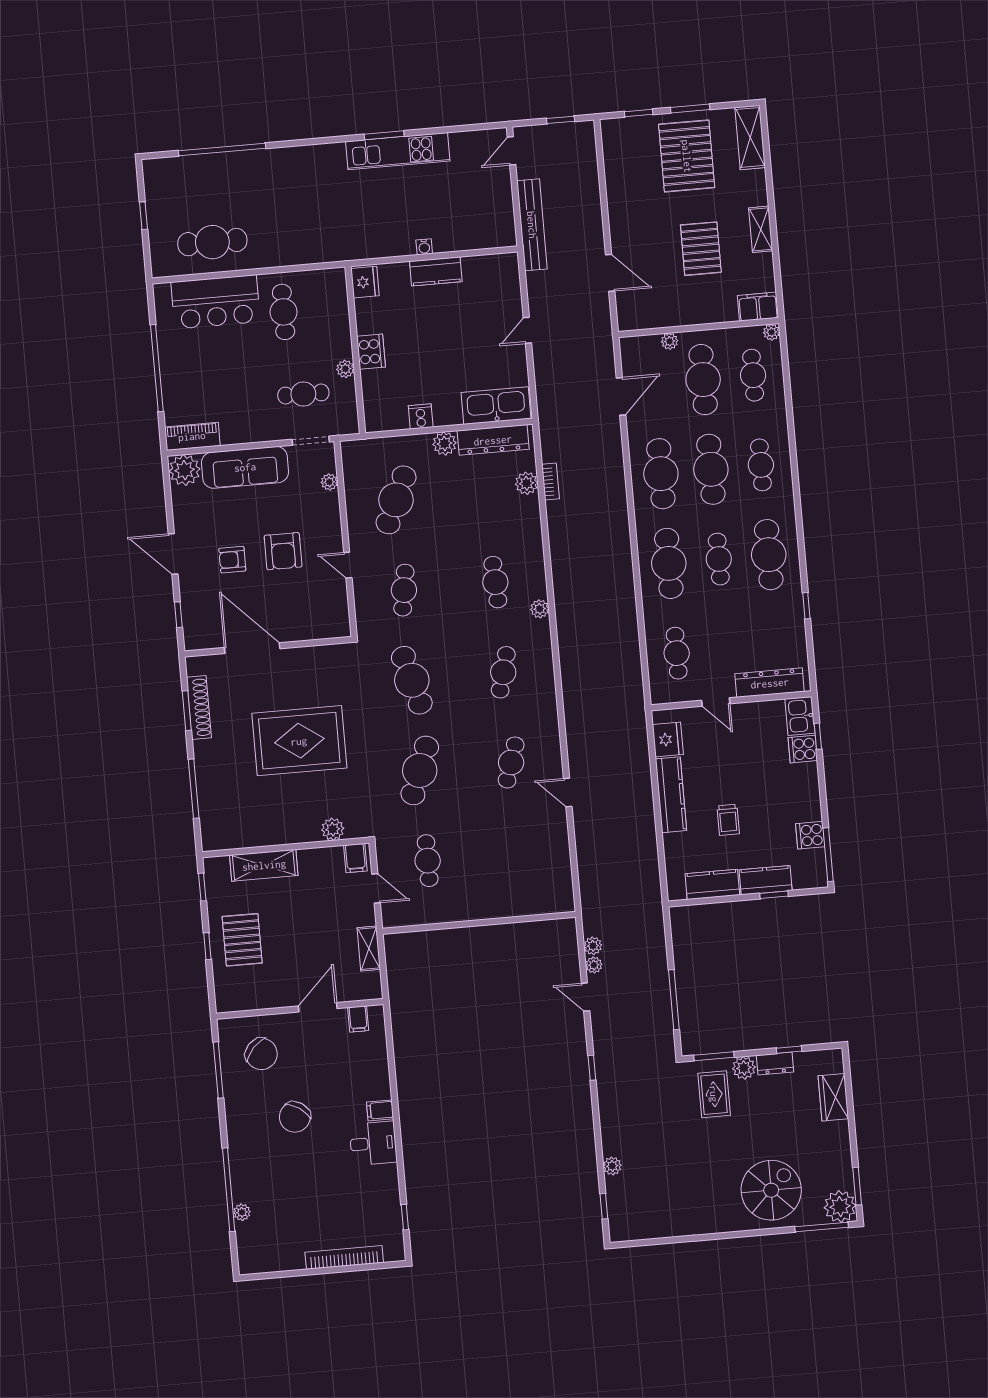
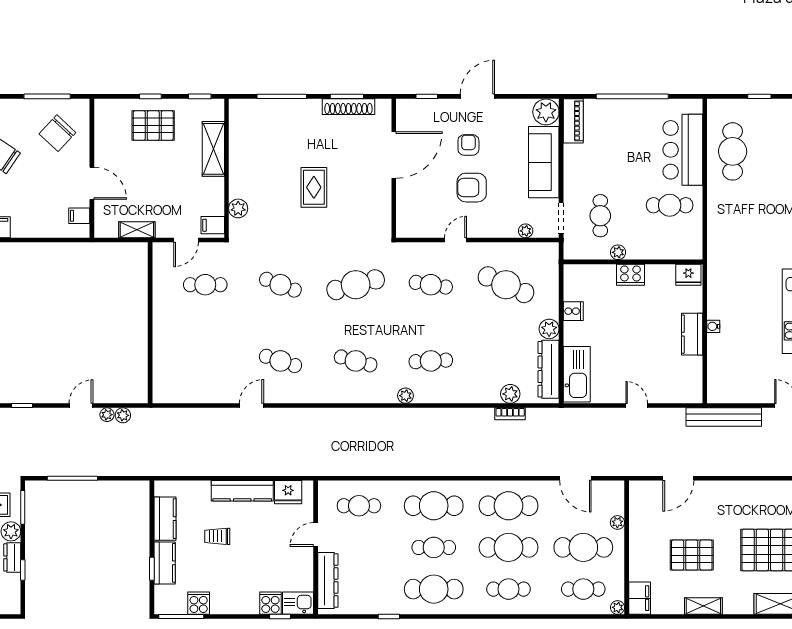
rug: (299, 741) -> (314, 187), width x0.54, depth x0.49
cafe table: (420, 770) -> (280, 285), width x0.73, depth x0.74

